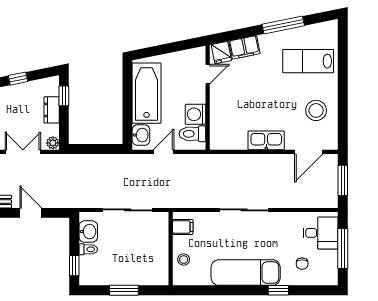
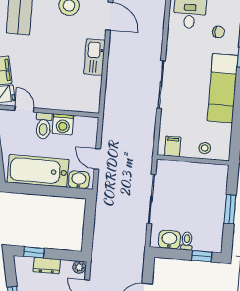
toilet: (192, 134) -> (43, 126), moved

